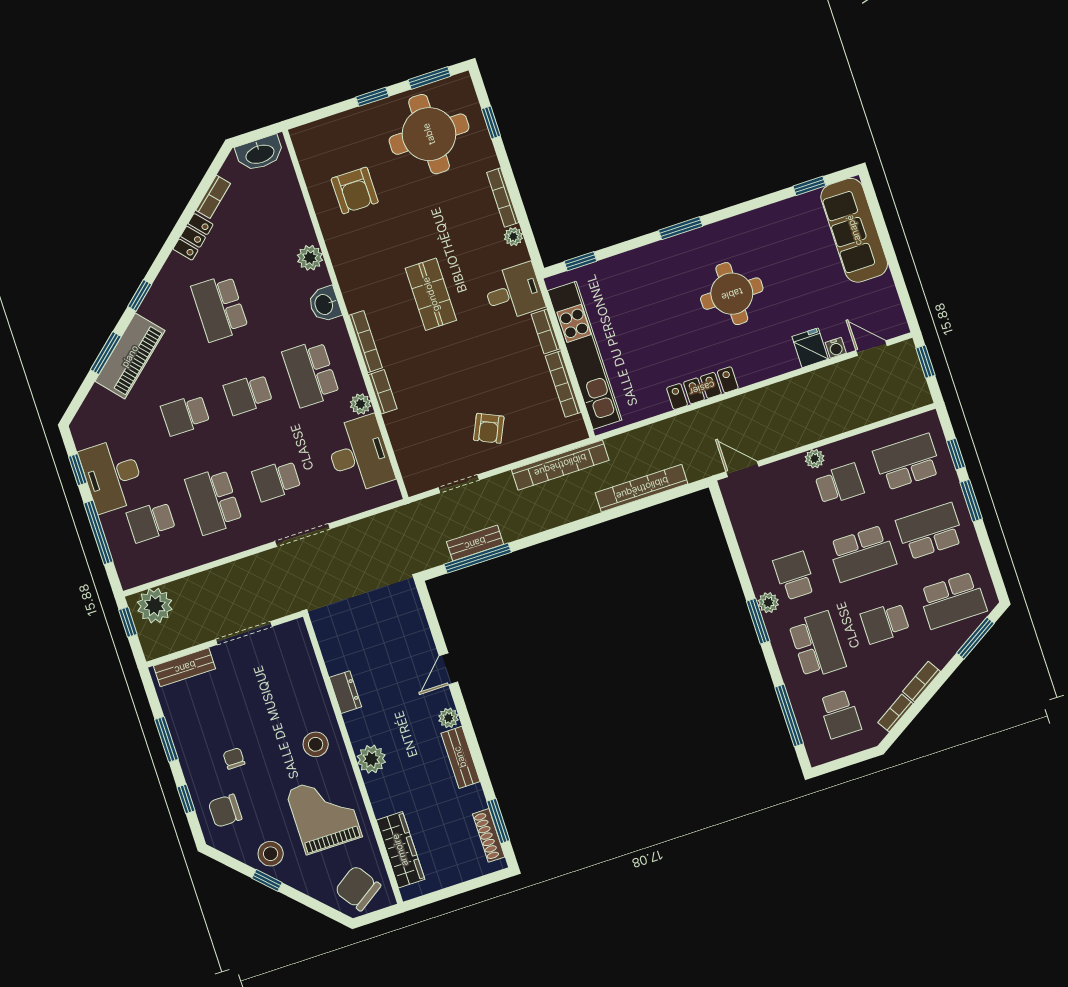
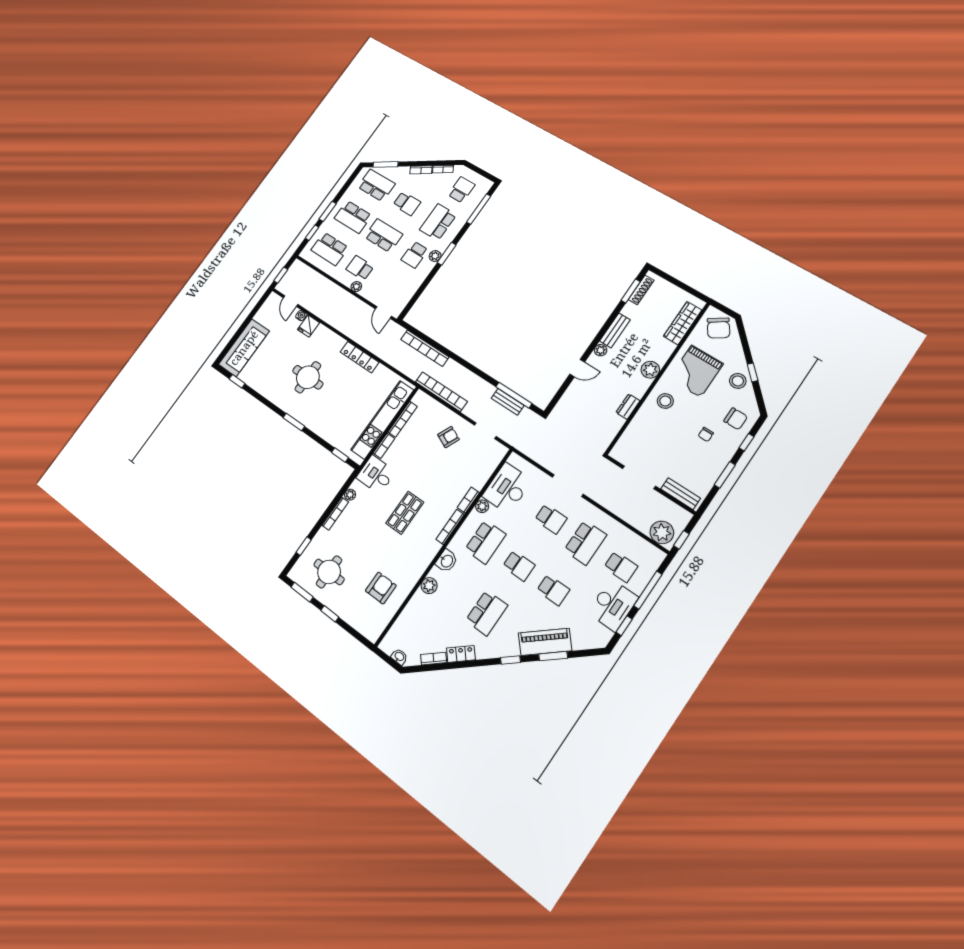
round table: (429, 134) -> (329, 572), width x0.73, depth x0.73
washbasin: (260, 153) -> (399, 657), width x0.52, depth x0.69

